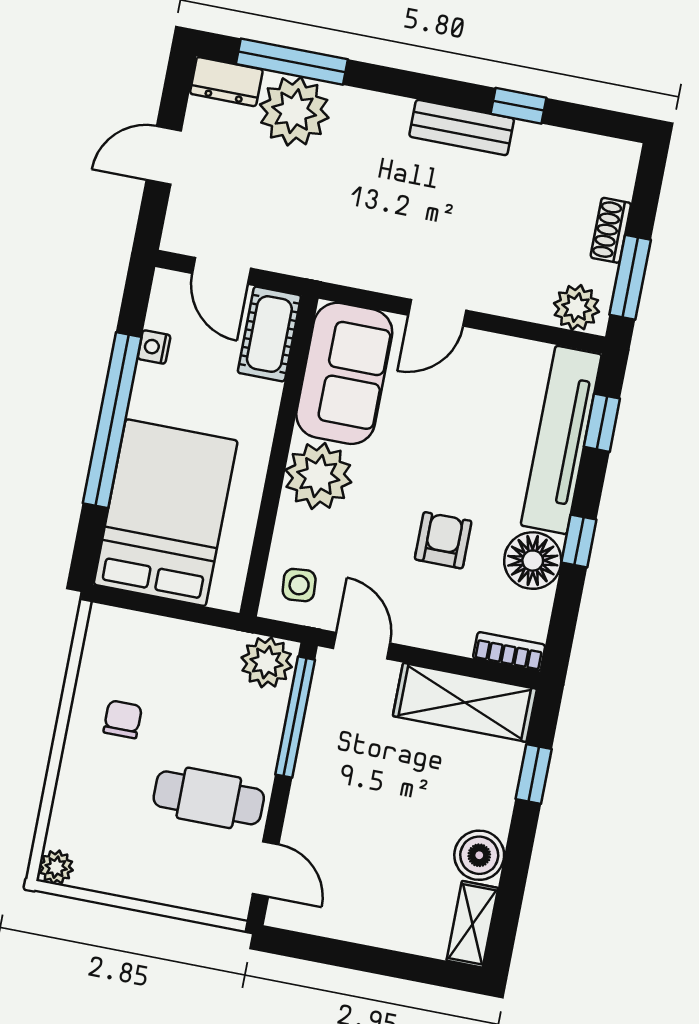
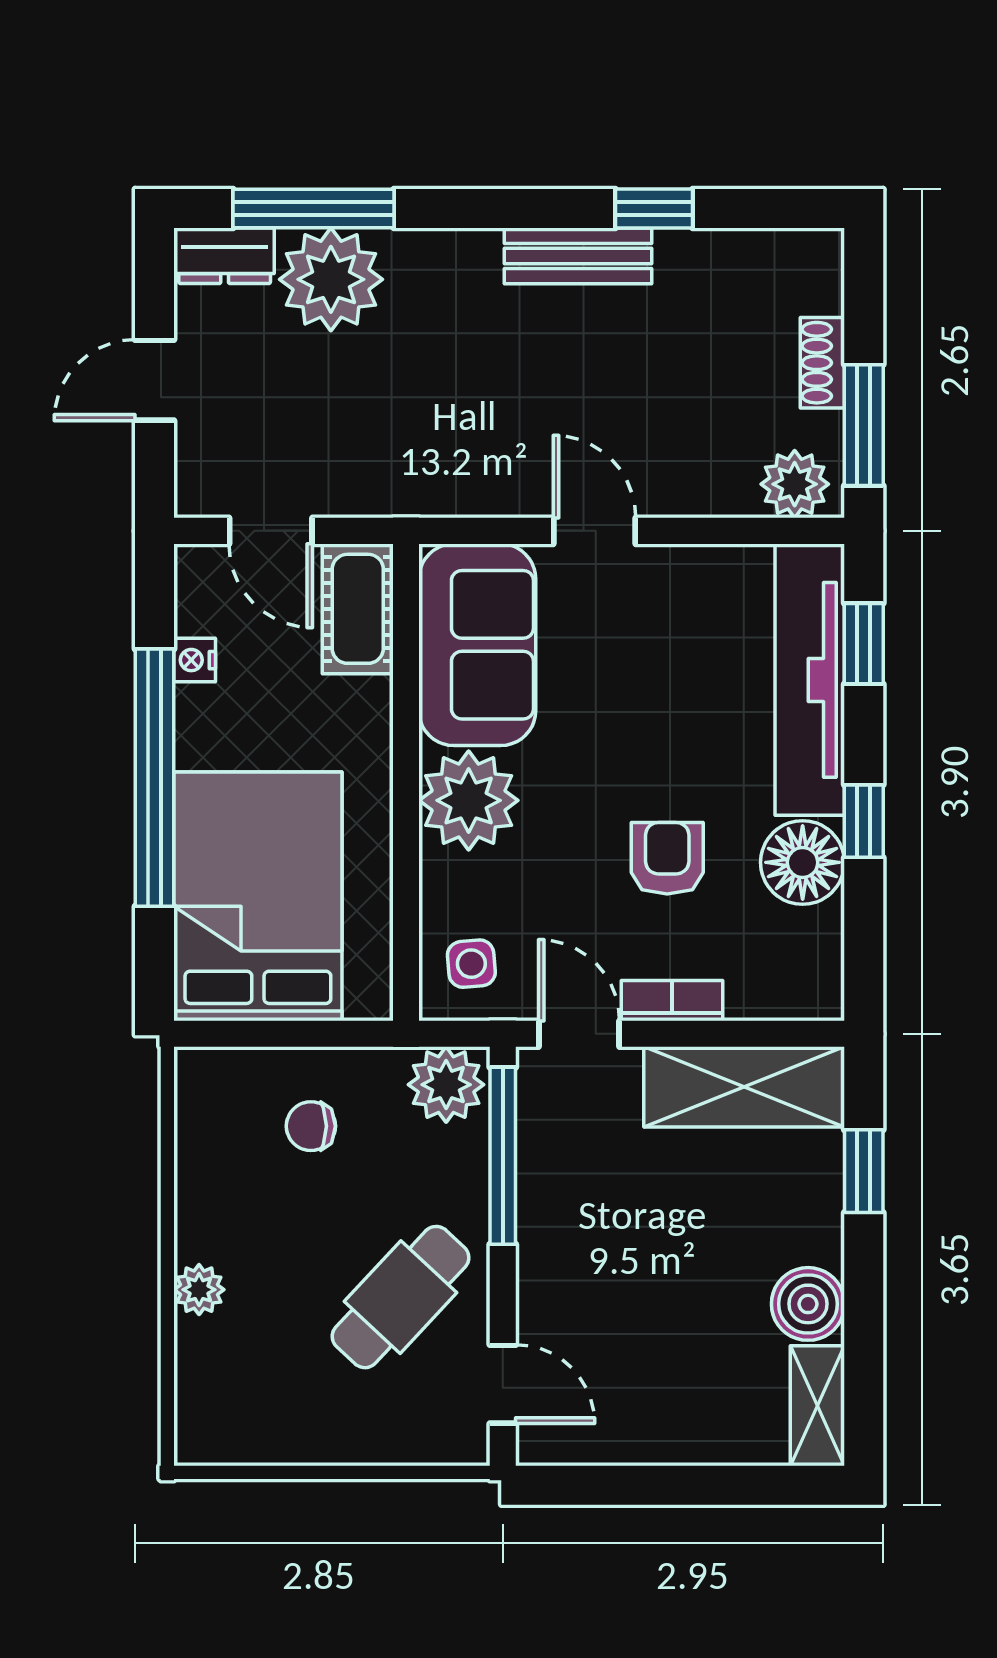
door: (437, 313) -> (594, 531), swing flipped
bookcase: (509, 651) -> (672, 1001), moved
chair: (123, 719) -> (311, 1126), moved, turned -90
cafe table: (209, 798) -> (401, 1297), turned -47
plant: (56, 867) -> (199, 1290), moved

